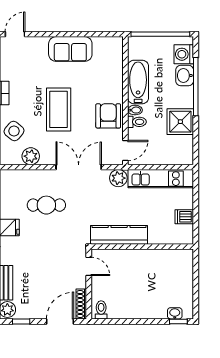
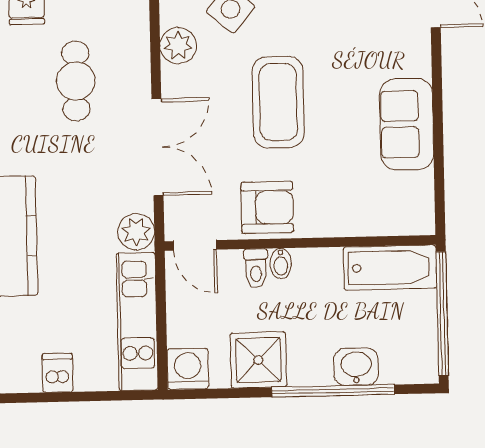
washing machine: (184, 54) -> (188, 369), moved
bathtub: (138, 82) -> (390, 268), moved
coffee table: (59, 109) -> (278, 102), turned 90

